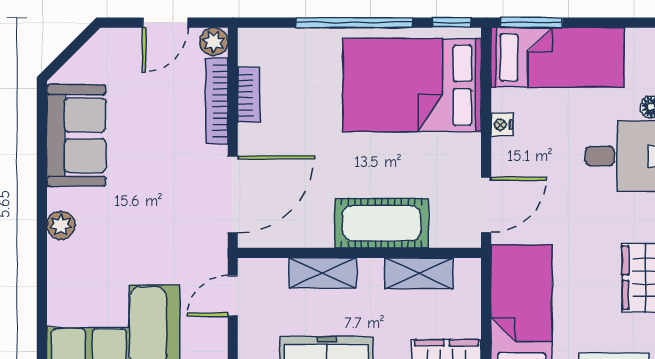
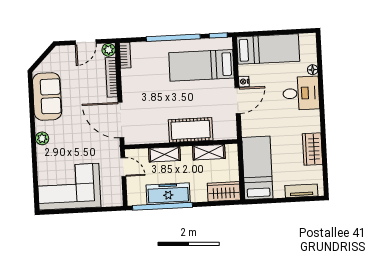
window: (531, 23) -> (255, 34), removed
bed: (412, 85) -> (201, 65), width x0.67
bookcase: (249, 95) -> (125, 55), moved
door: (233, 194) -> (121, 120), swing flipped
door: (486, 205) -> (238, 101), moved
door: (233, 296) -> (123, 167), swing flipped

